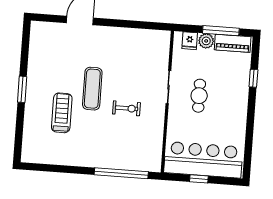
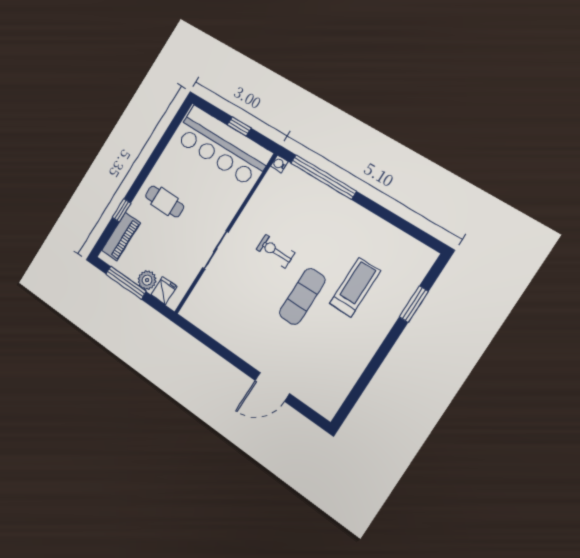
piano: (233, 43) -> (121, 237), moved, turned 90
window: (22, 89) -> (414, 304), moved
cafe table: (199, 96) -> (165, 201), moved, turned 90
treadmill: (62, 113) -> (355, 287), turned 180
water cooler: (156, 167) -> (279, 164), added

